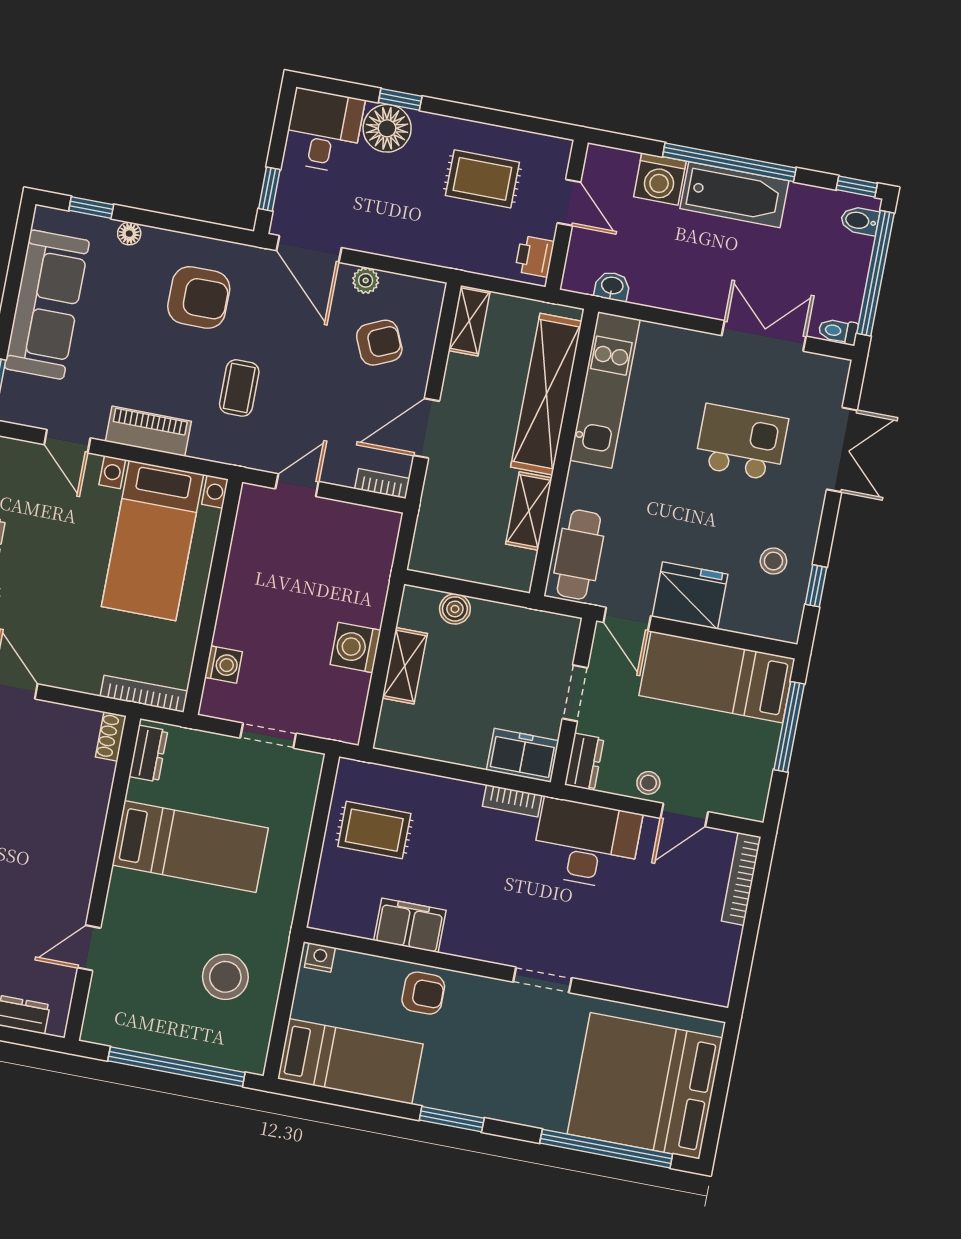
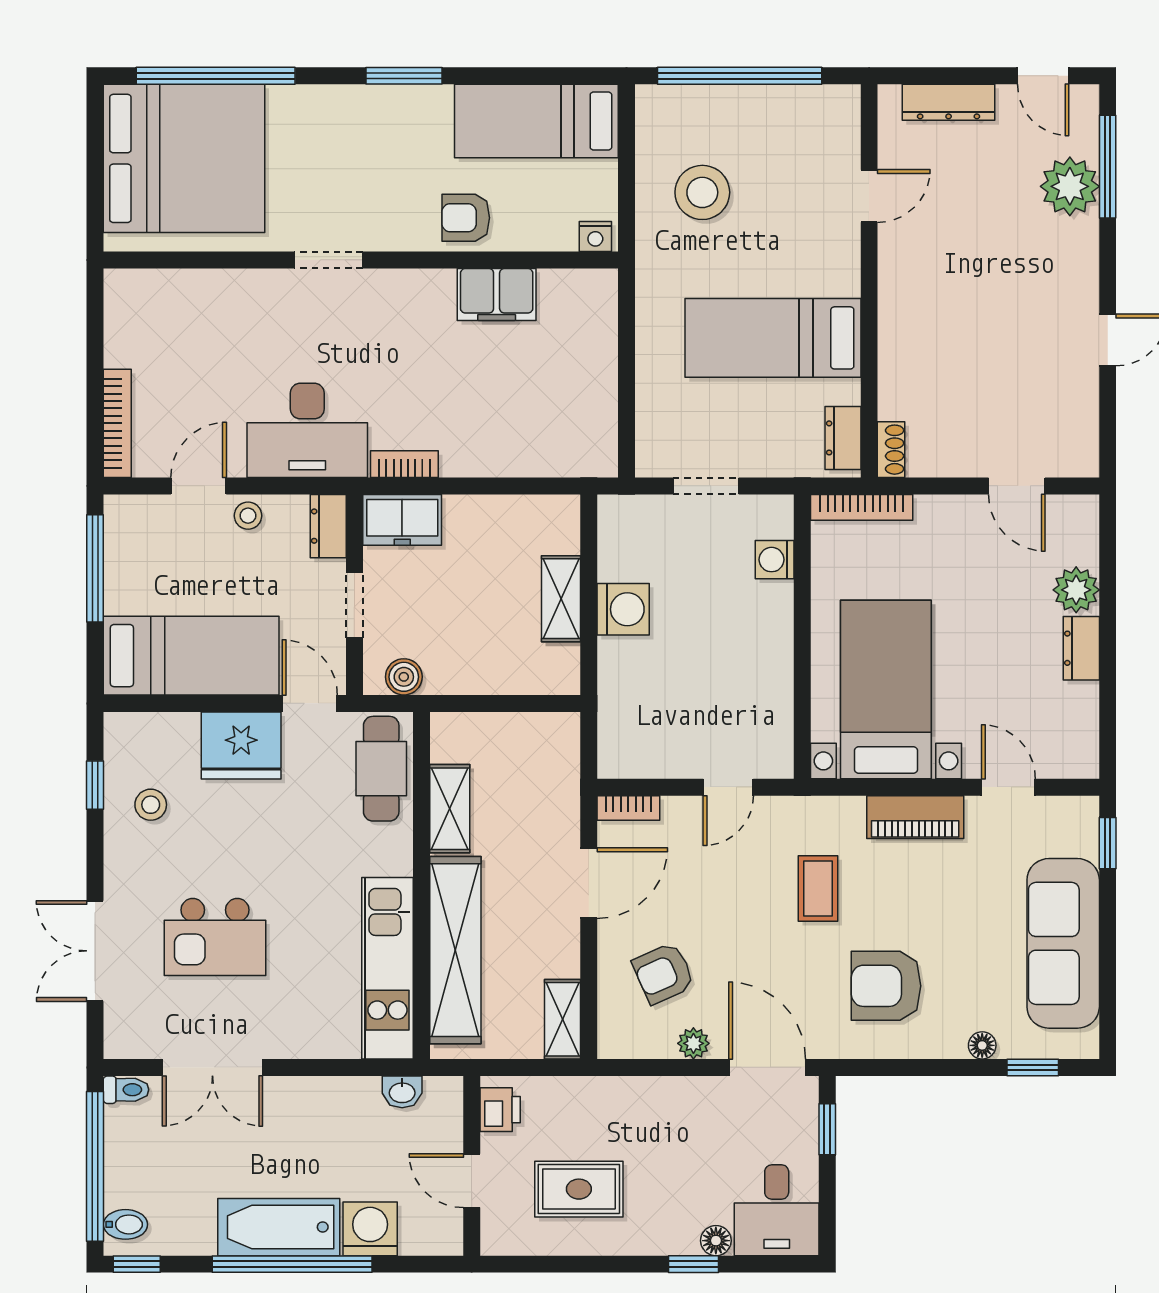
floor lamp: (387, 128) -> (716, 1241), width x0.53, depth x0.53
boiler: (455, 609) -> (404, 677), moved
window: (789, 727) -> (95, 568), moved
rug: (374, 830) -> (560, 399), removed

